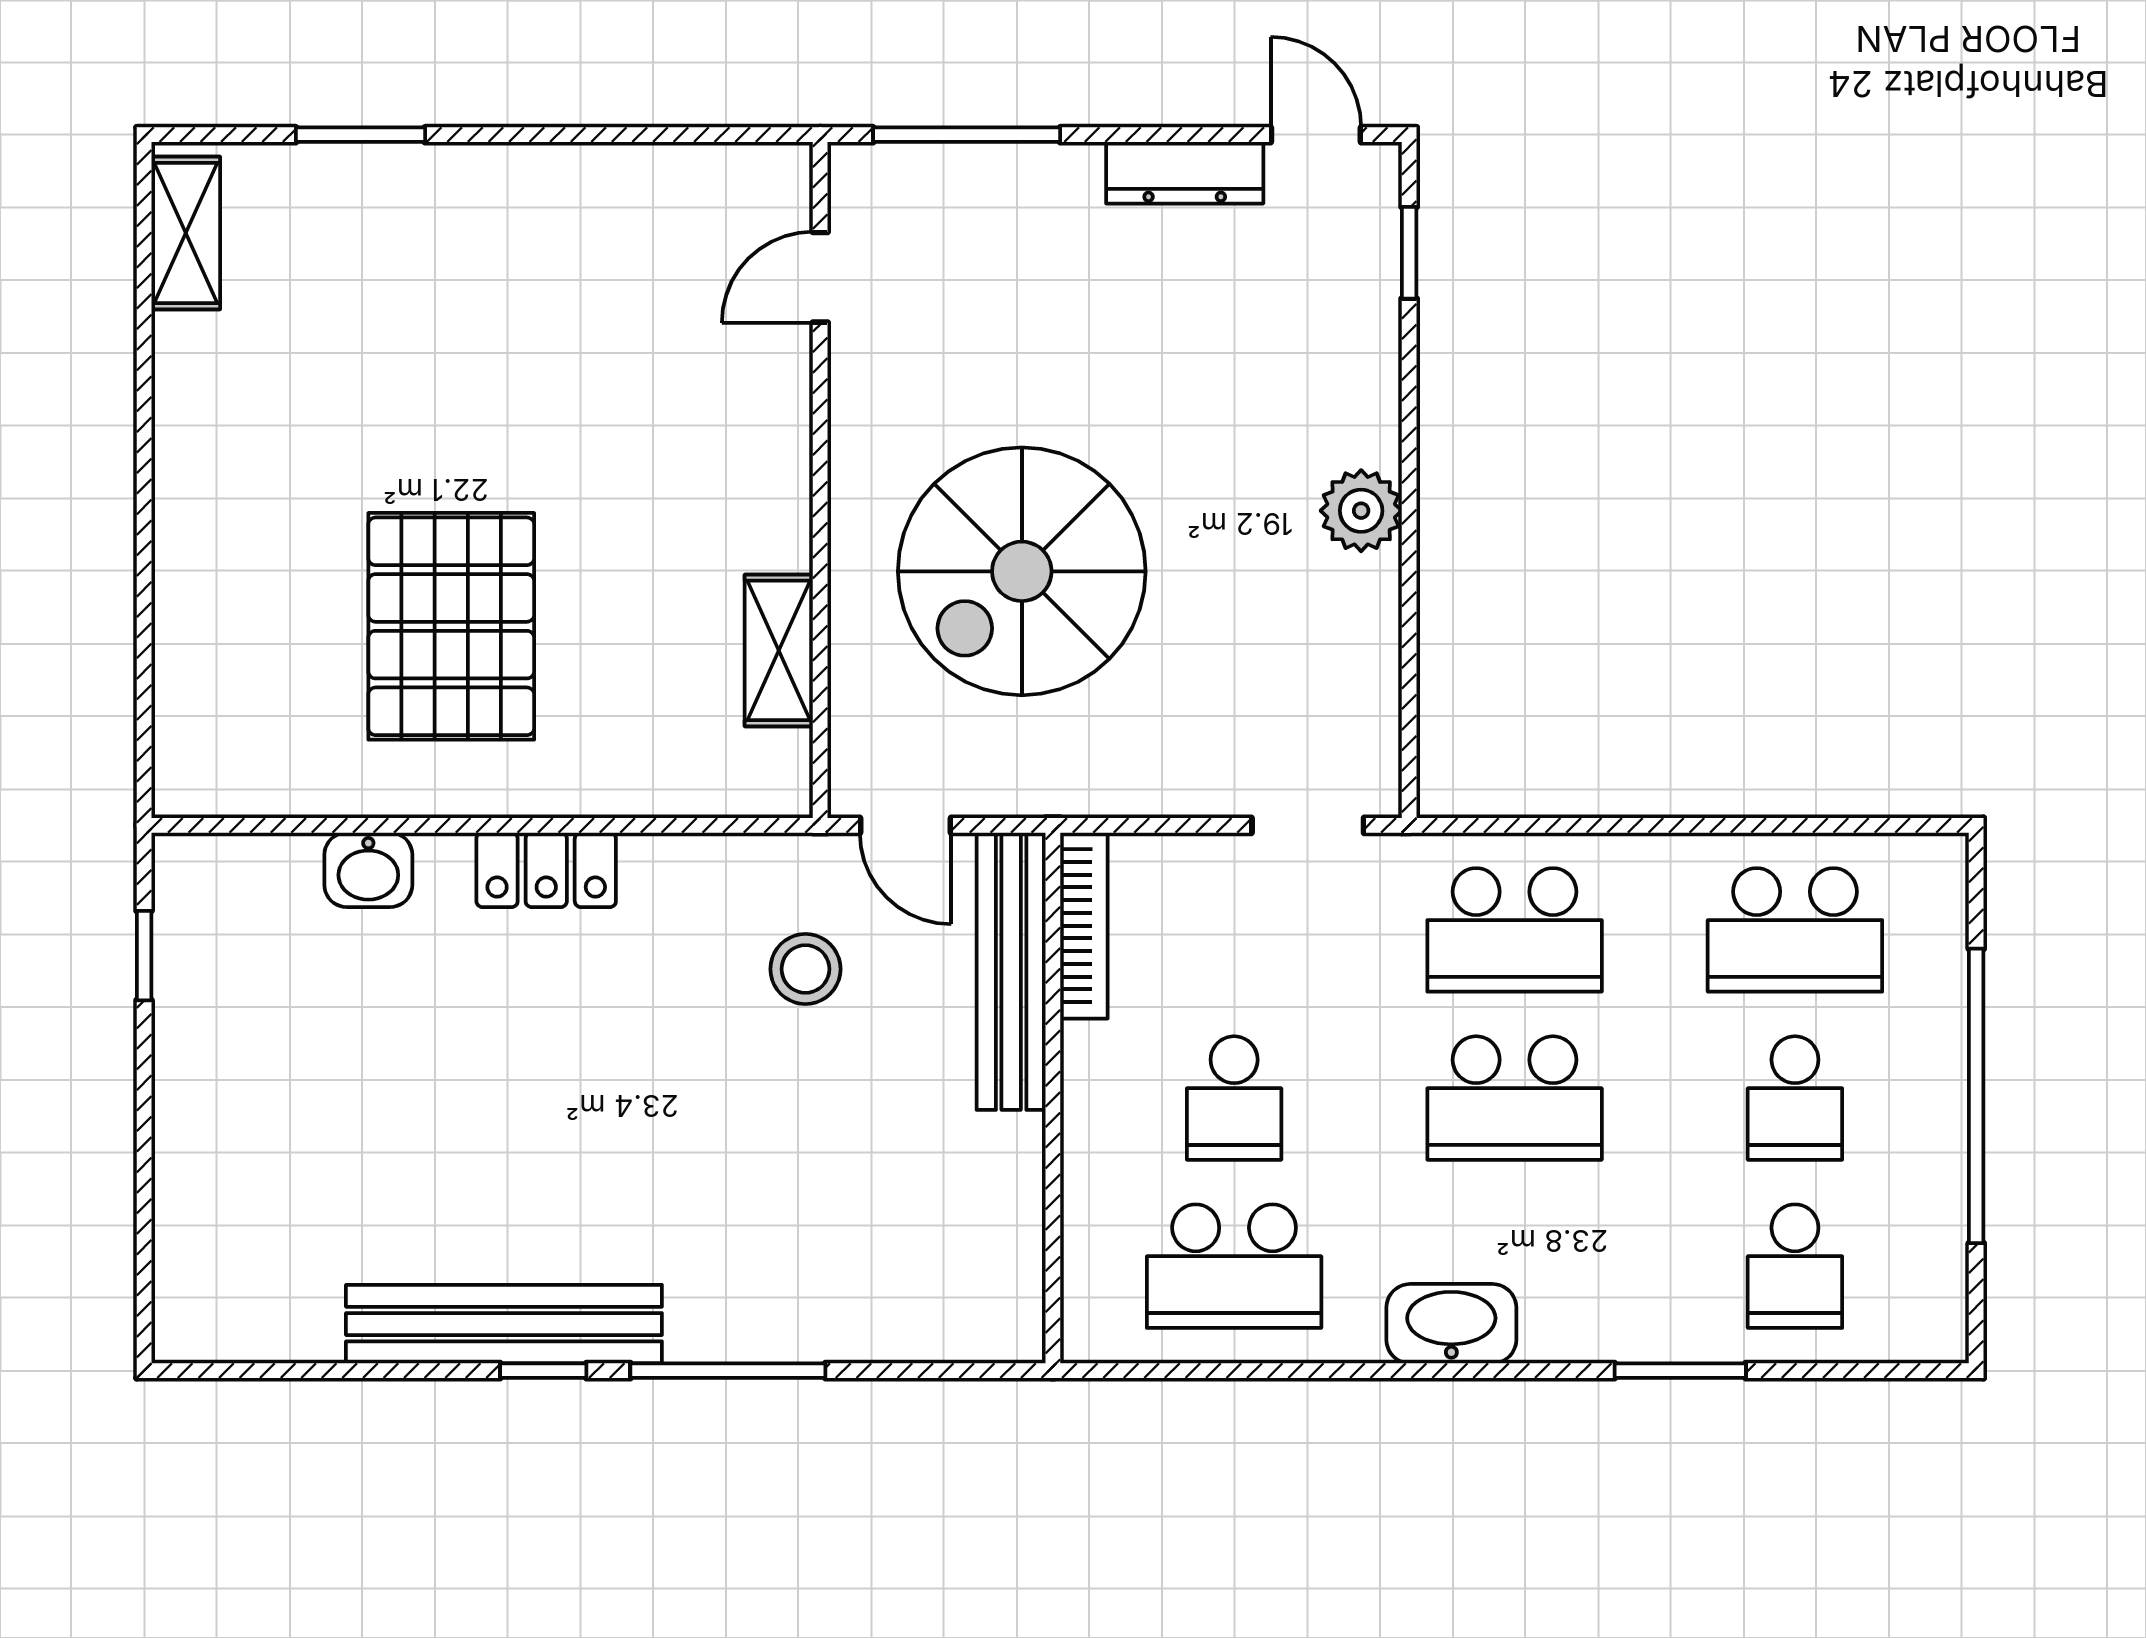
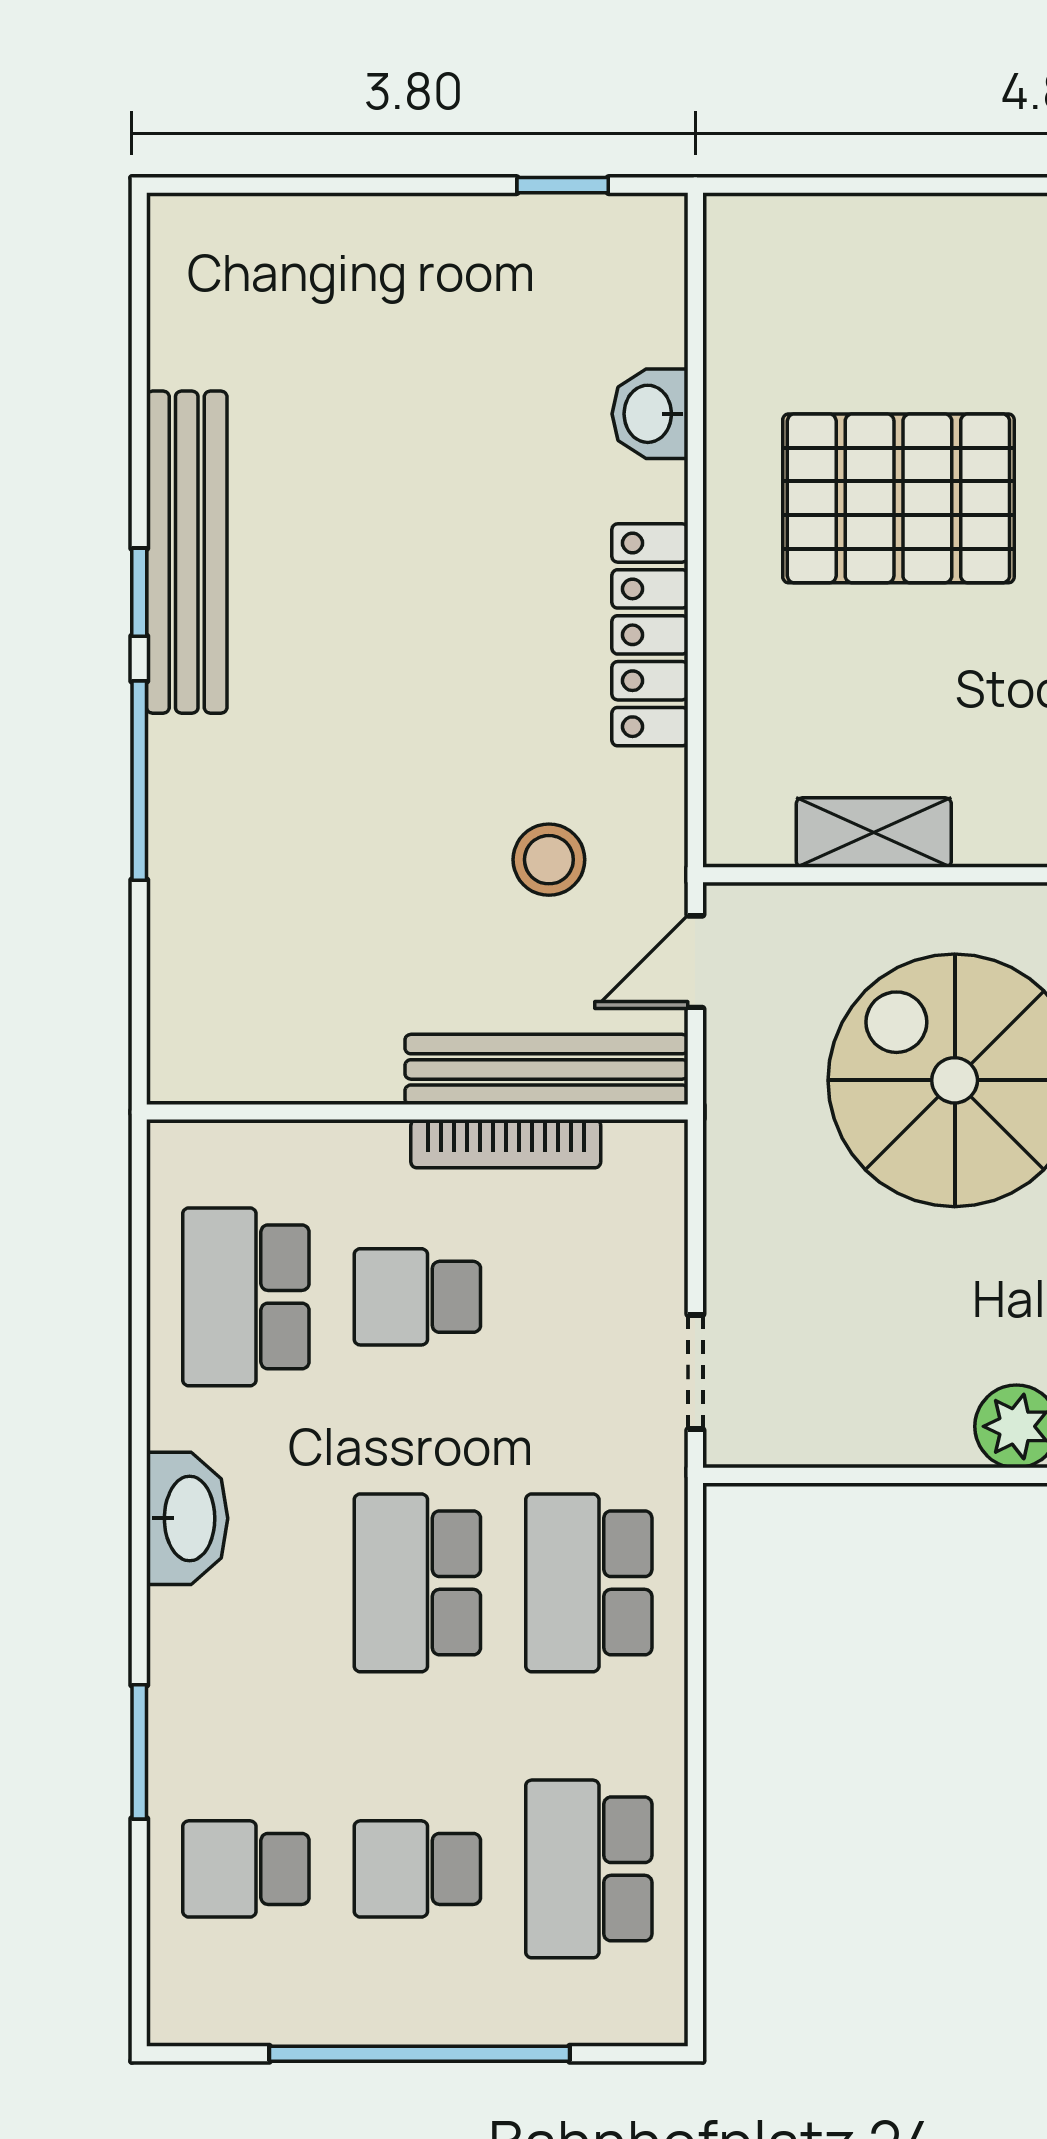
locker: (546, 870) -> (650, 635), width x1.53
bookcase: (1084, 926) -> (506, 1144), moved

